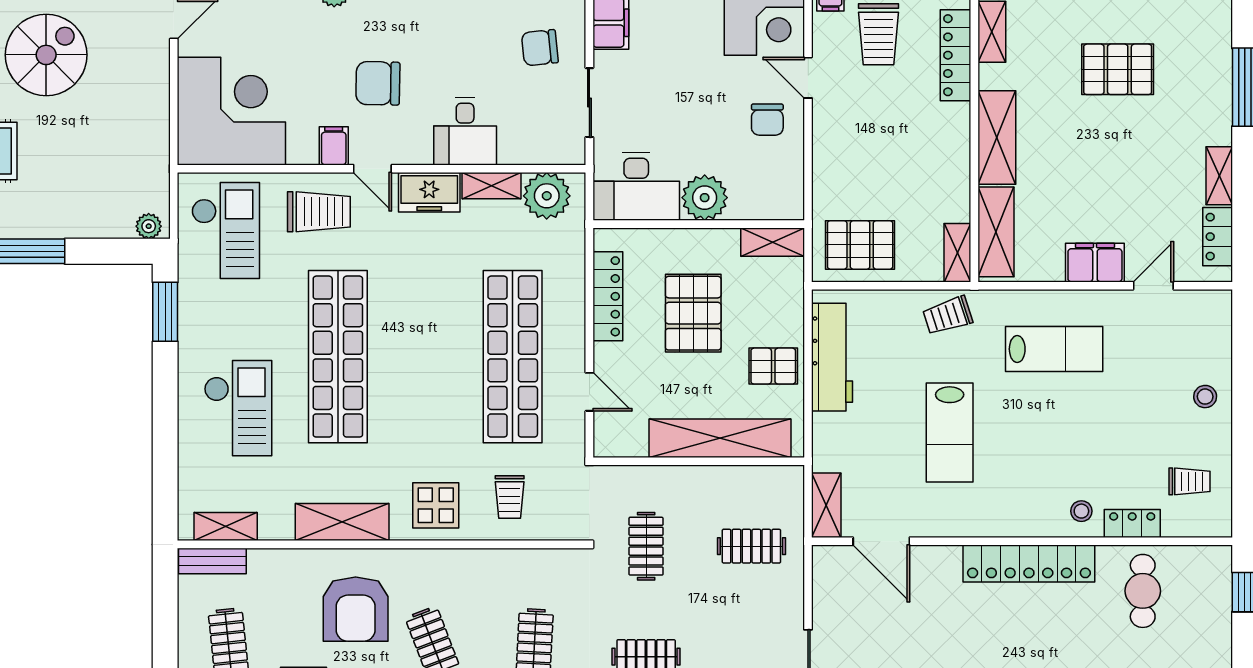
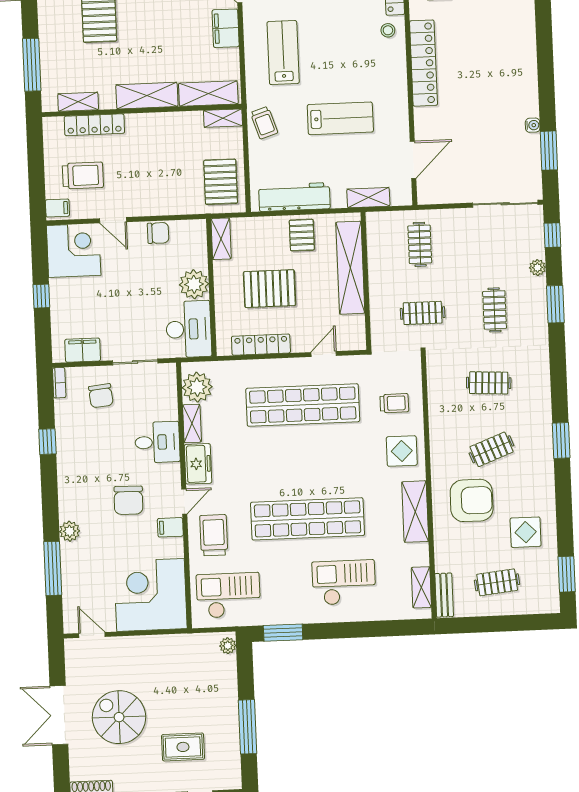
door: (808, 78) -> (113, 220), hinge flipped
chair: (767, 120) -> (158, 233), moved
shelving: (826, 505) -> (368, 198), moved

